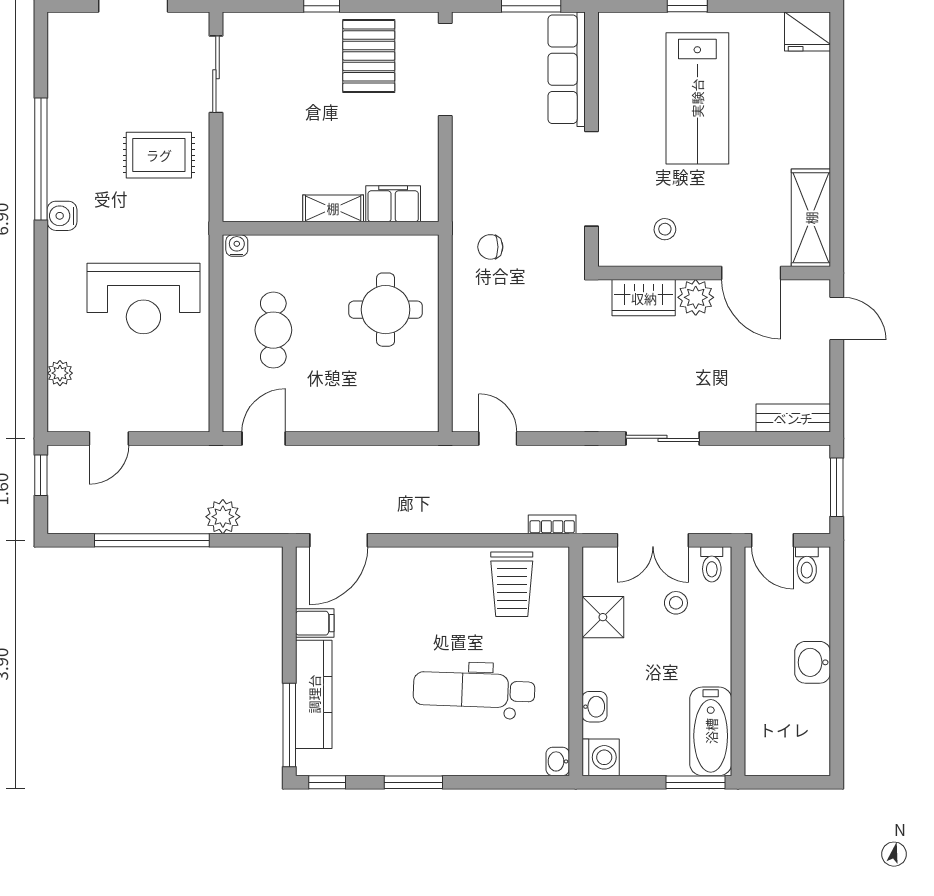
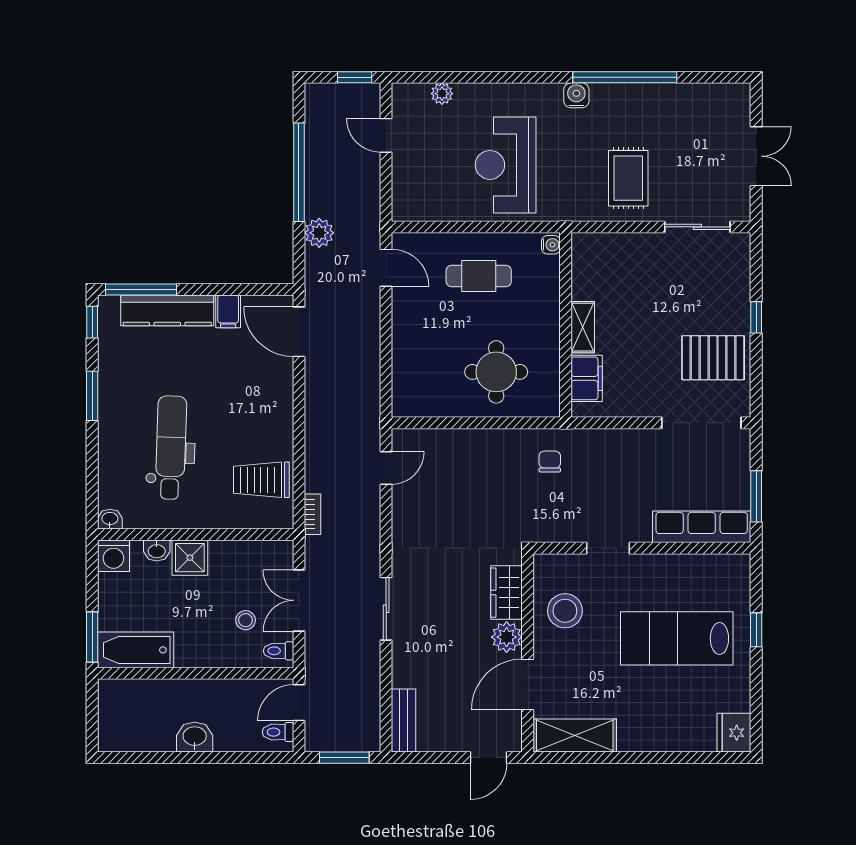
doorway: (592, 179) -> (608, 548), width x0.53
stool: (665, 229) -> (565, 611), width x1.89, depth x1.89
shower: (603, 617) -> (190, 558), moved

